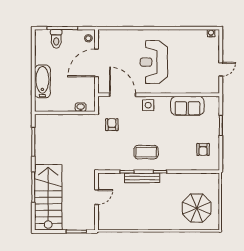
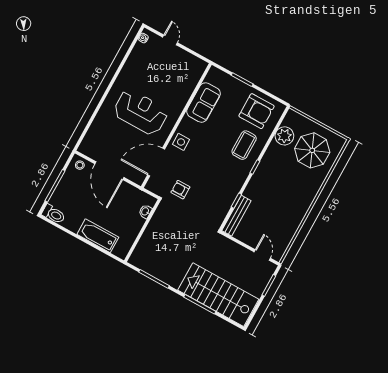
toilet: (56, 39) -> (54, 214), moved
reception desk: (154, 62) -> (141, 112), turned 180
door: (221, 69) -> (170, 40), moved
armchair: (203, 149) -> (257, 111), width x1.88, depth x1.88
coffee table: (146, 152) -> (244, 145), moved
bench: (142, 178) -> (236, 216), moved
plant: (196, 181) -> (284, 136), added
door: (97, 197) -> (262, 255), moved

